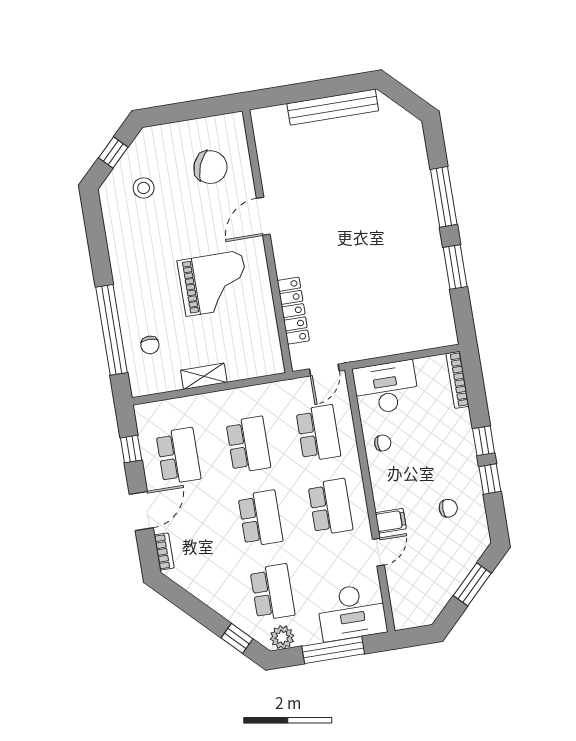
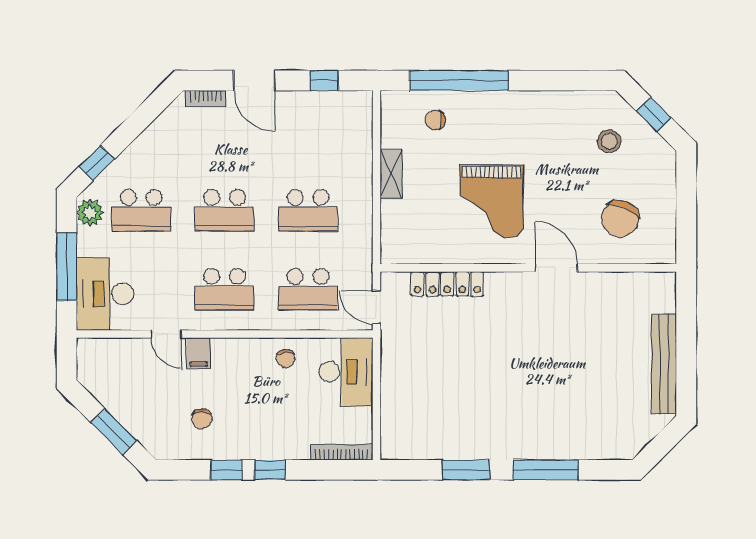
school desk: (178, 456) -> (308, 131), removed

